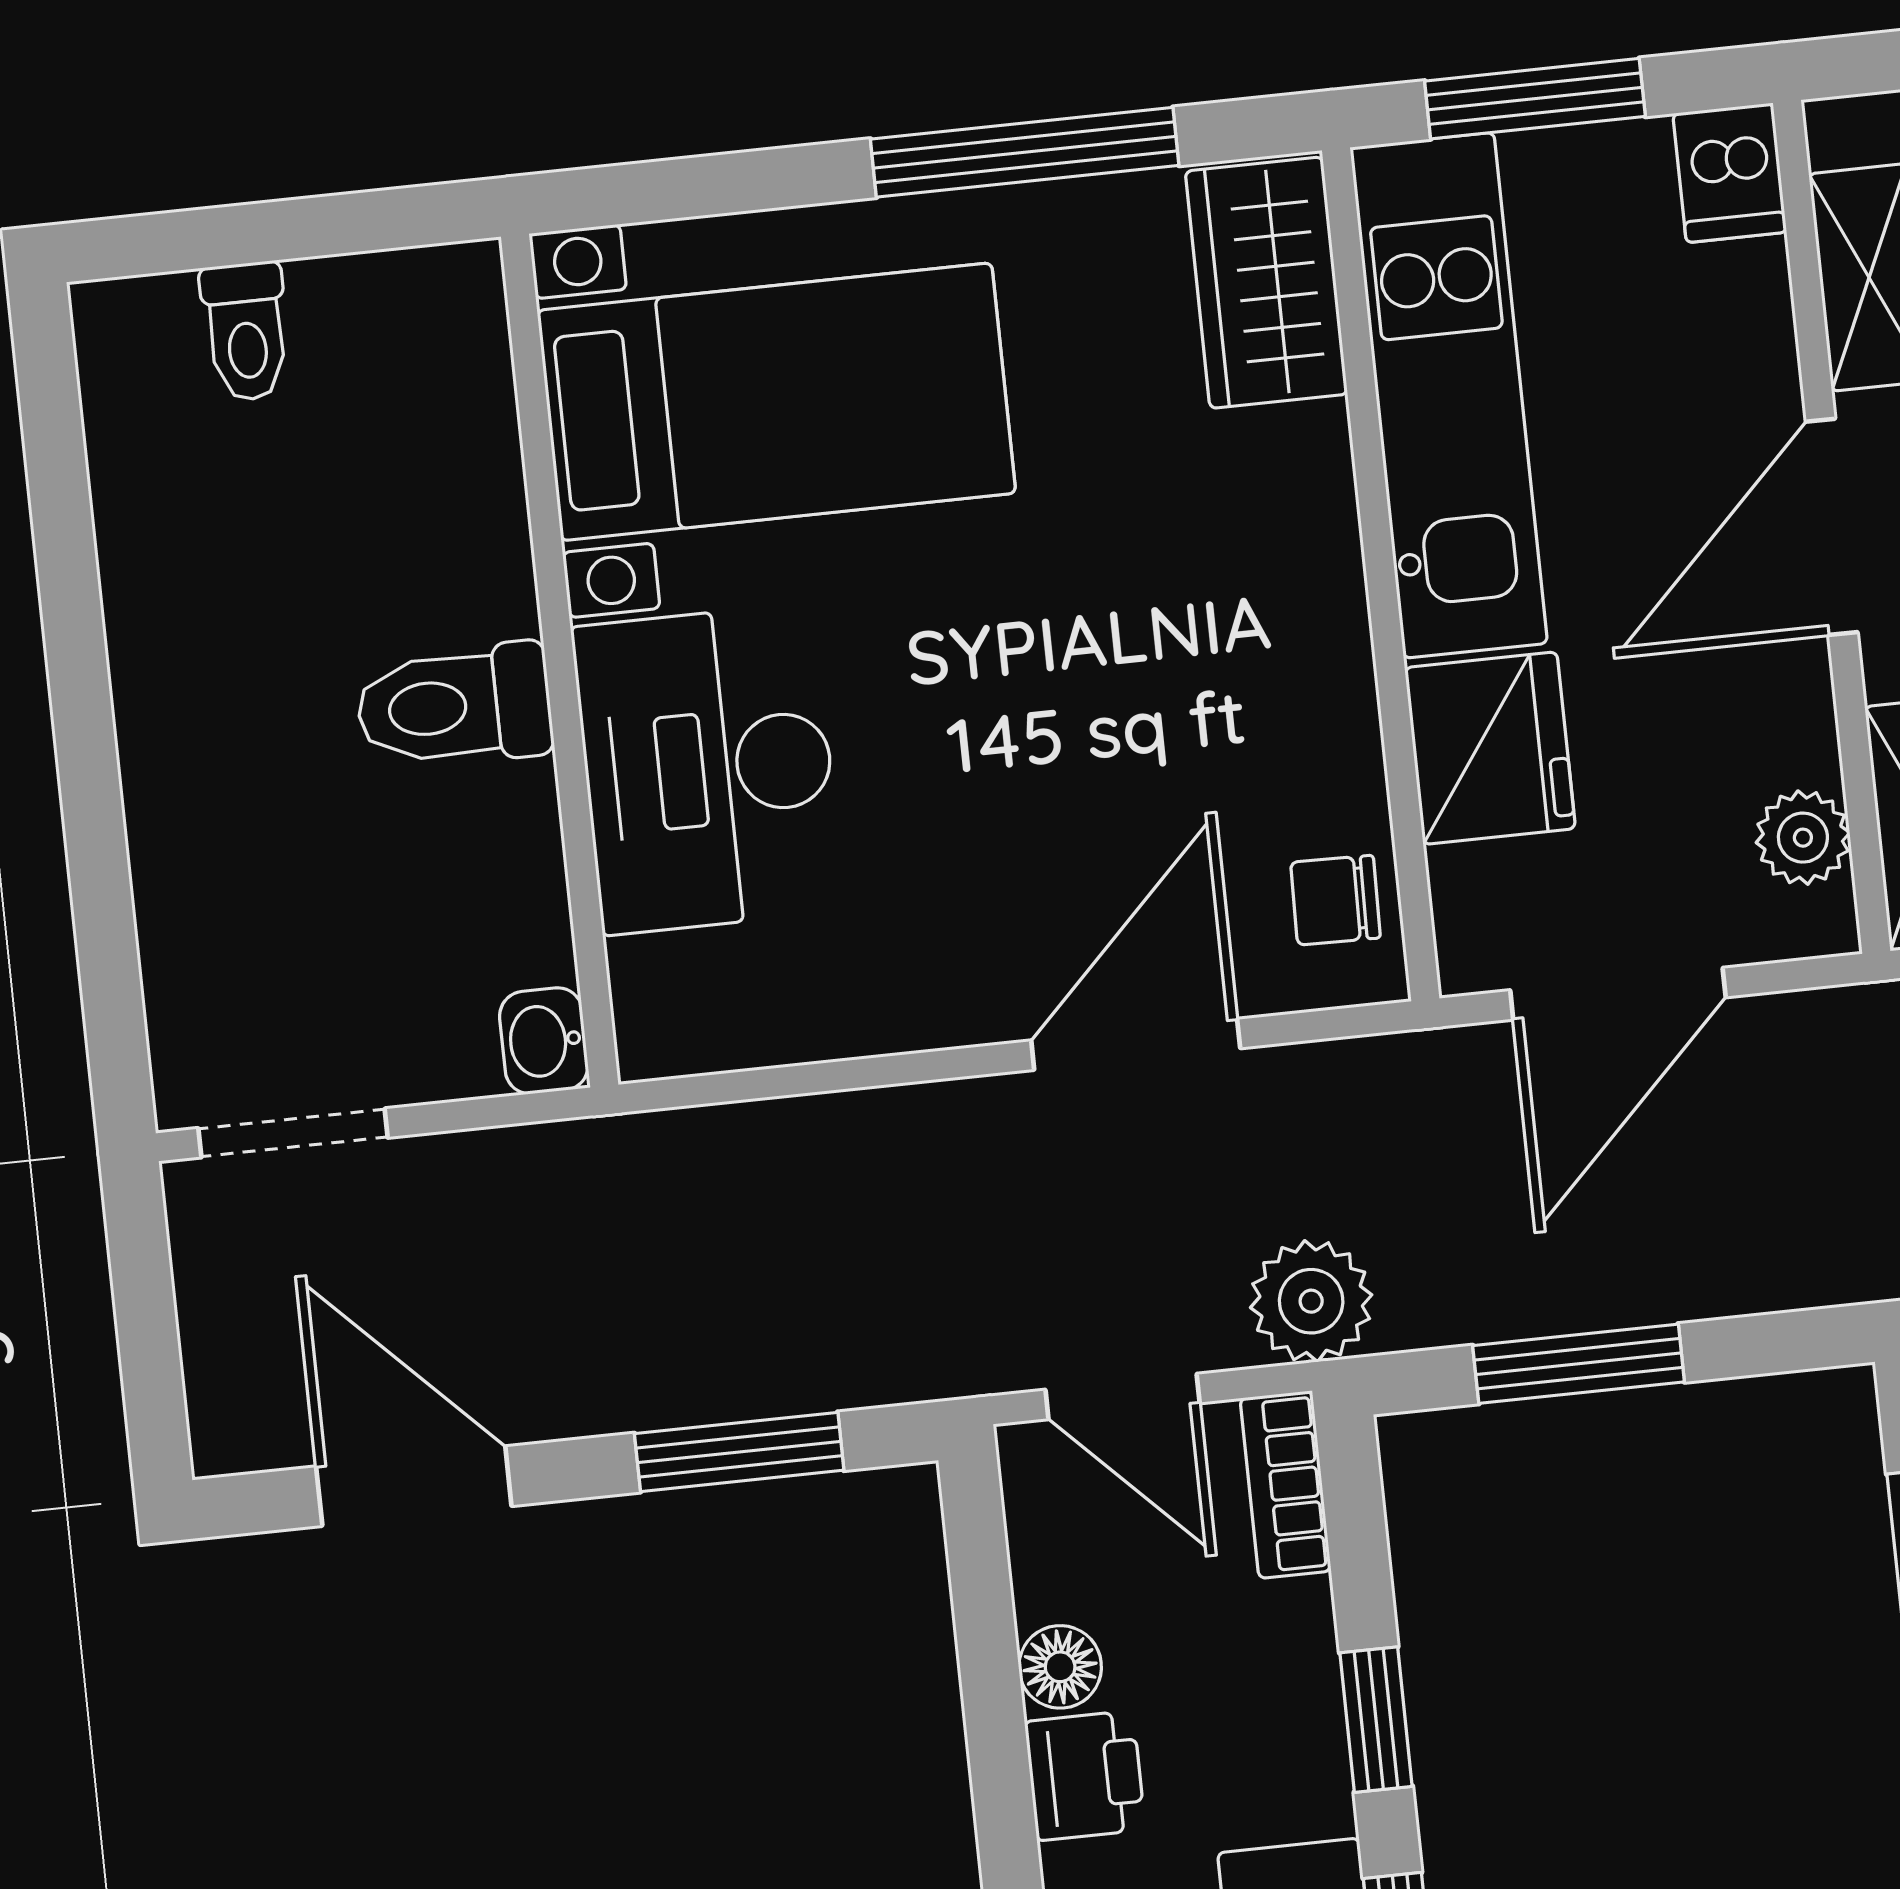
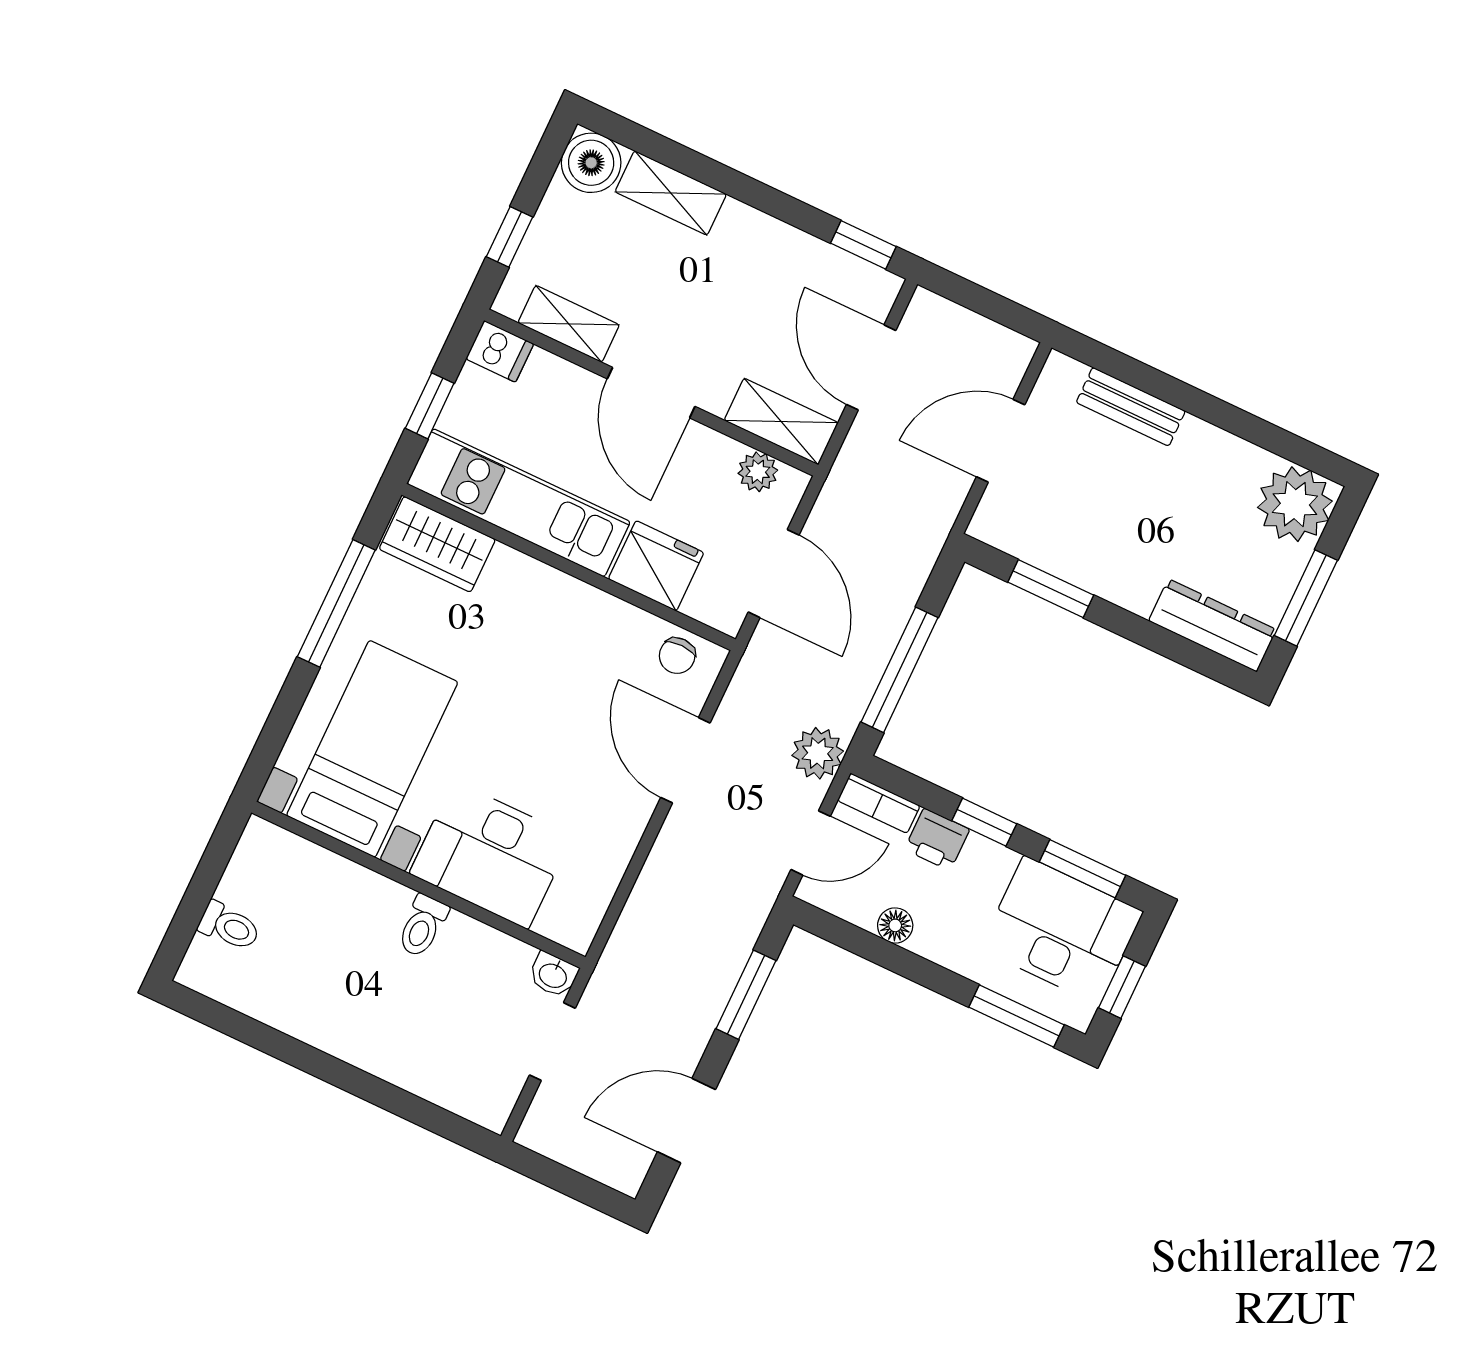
window: (1535, 99) -> (430, 406), width x0.67
toilet: (454, 706) -> (422, 926), width x0.73, depth x0.72
doorway: (293, 1133) -> (552, 1042), moved
window: (1579, 1364) -> (900, 670), width x1.44
printer: (1085, 1776) -> (937, 839), moved, turned 180

